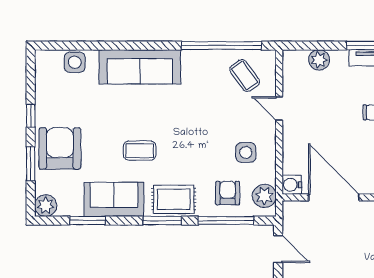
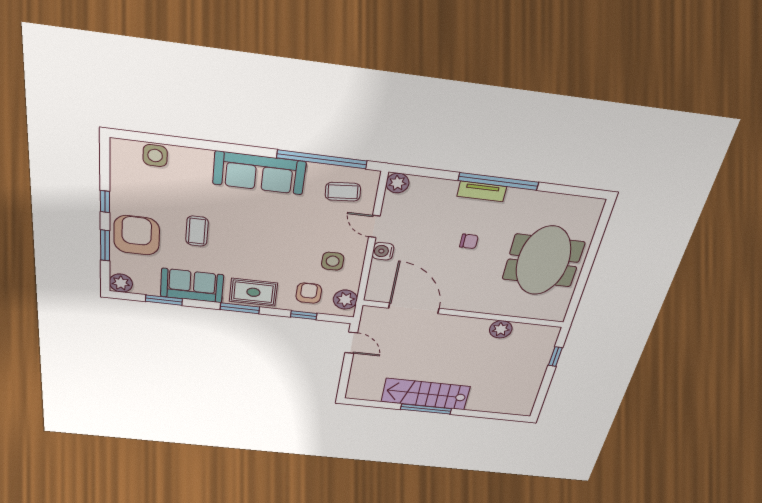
plant: (319, 60) -> (397, 183), moved
sofa: (140, 67) -> (259, 173), moved
coffee table: (245, 76) -> (343, 192), turned -59
coffee table: (140, 151) -> (197, 231), moved, turned 90
water cooler: (292, 185) -> (383, 251), moved
window: (226, 221) -> (304, 315), width x0.46

